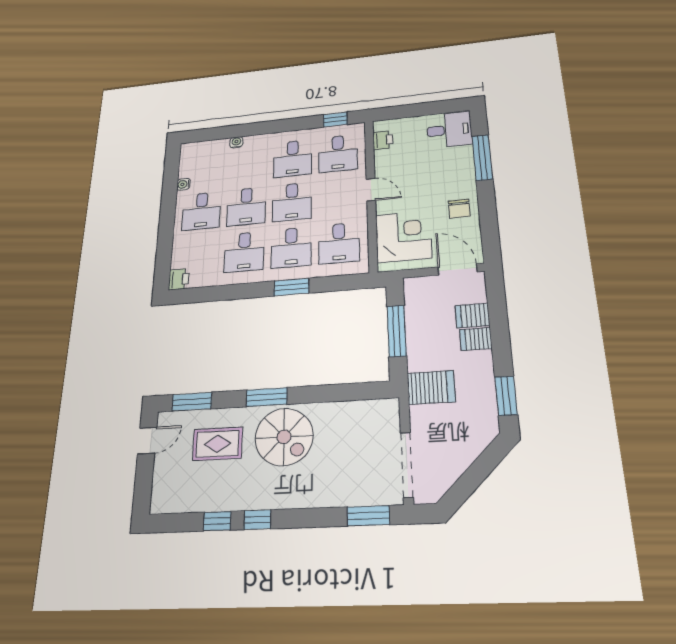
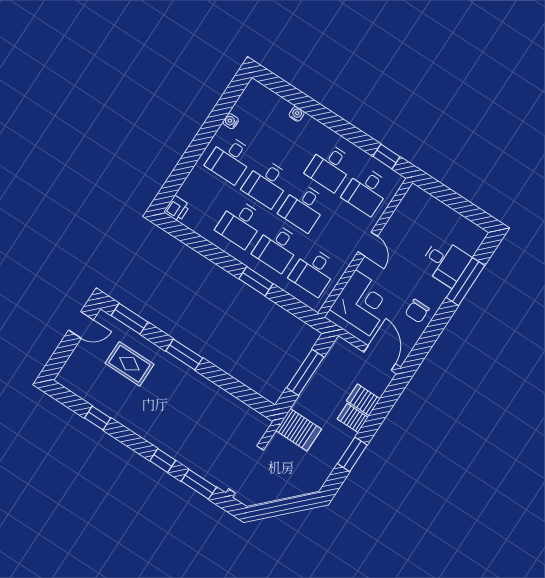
desk: (449, 130) -> (445, 262), moved
printer: (383, 140) -> (408, 206), removed
window: (506, 396) -> (352, 454), moved
spiral stairs: (284, 437) -> (178, 392), removed
window: (257, 520) -> (163, 461), moved

